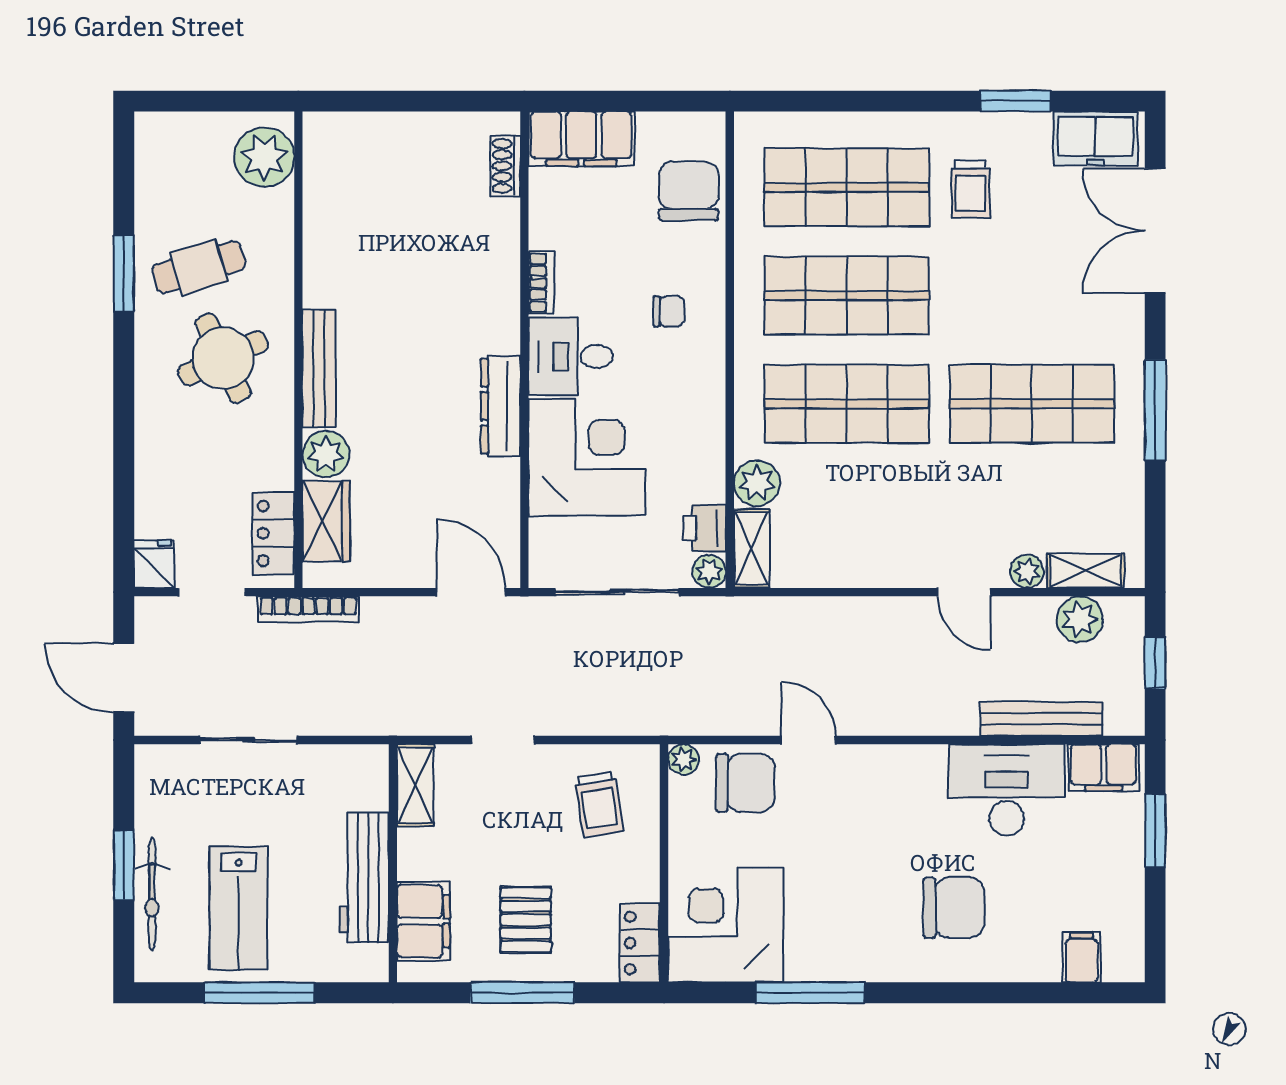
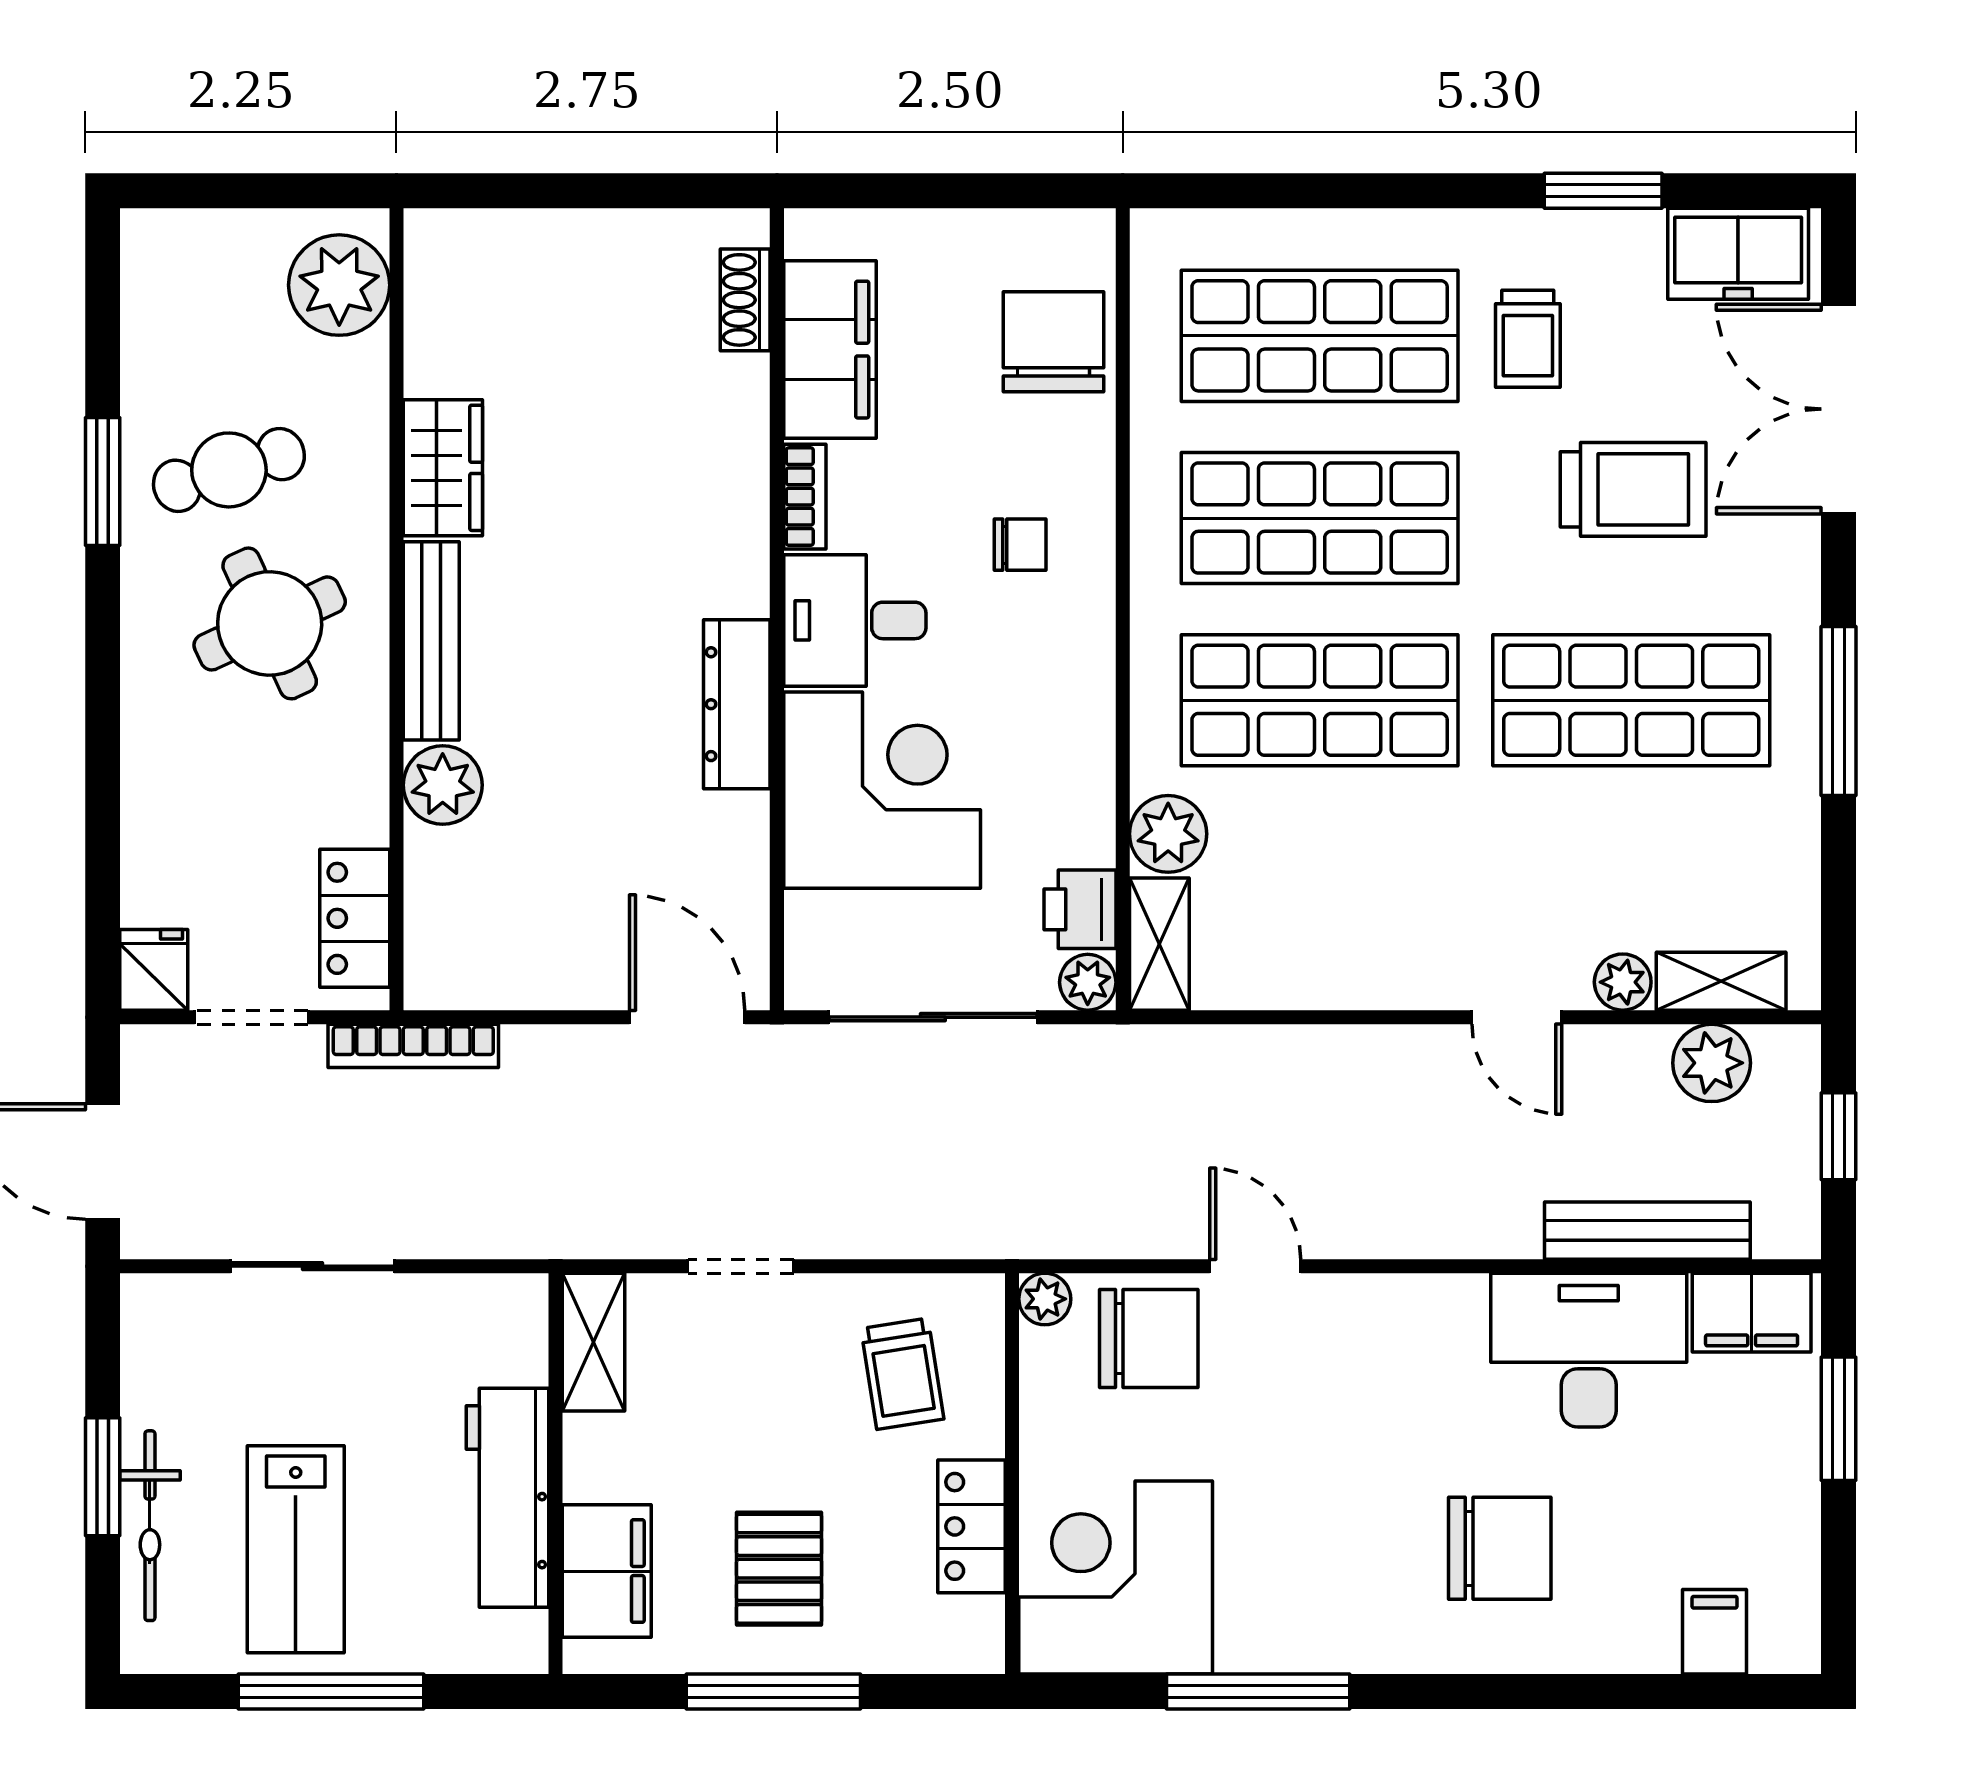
filing cabinet: (581, 139) -> (830, 350), moved, turned -90
trolley: (1033, 279) -> (1633, 489), added
wardrobe: (326, 521) -> (443, 468), moved
locker: (640, 943) -> (972, 1526), moved

